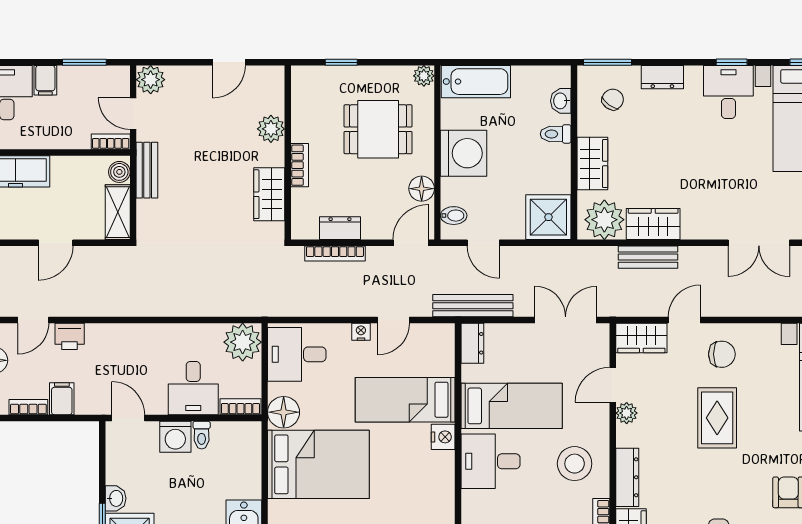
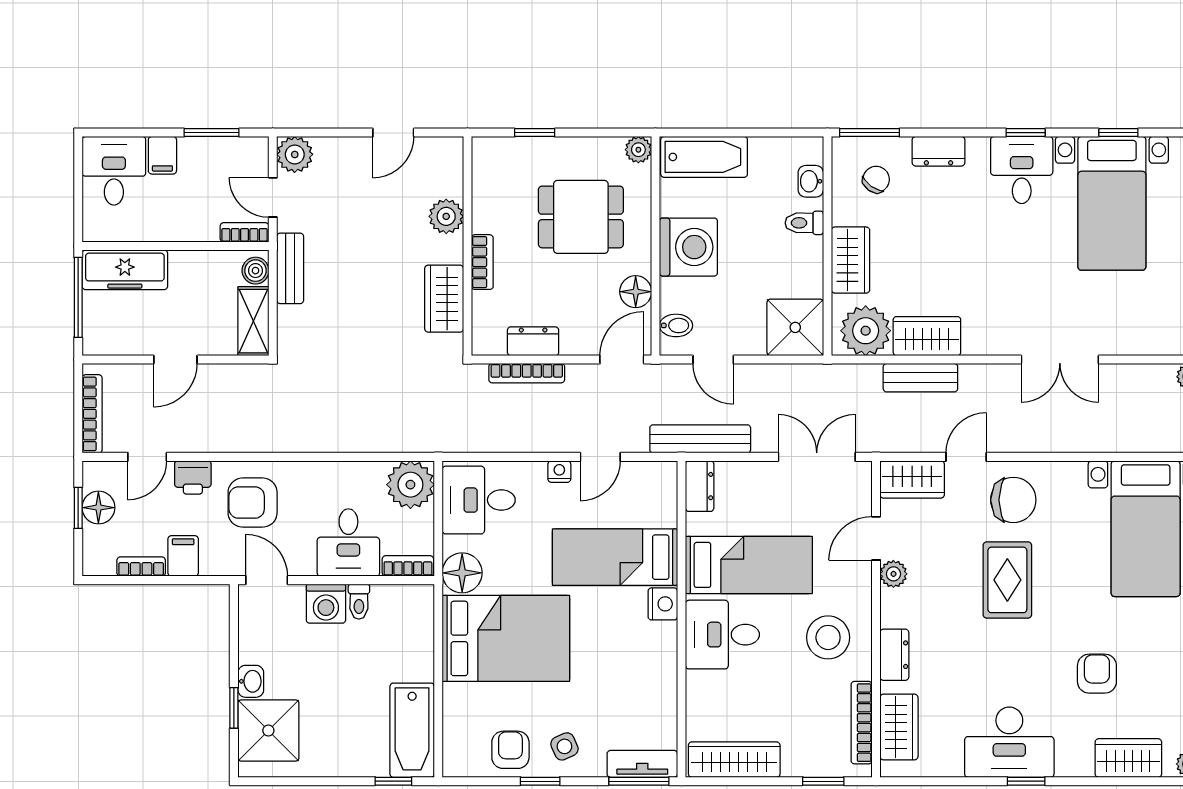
chair: (722, 354) -> (1013, 500), width x1.37, depth x1.37
armchair: (117, 356) -> (253, 503), added
dresser: (627, 477) -> (894, 655), width x0.70

